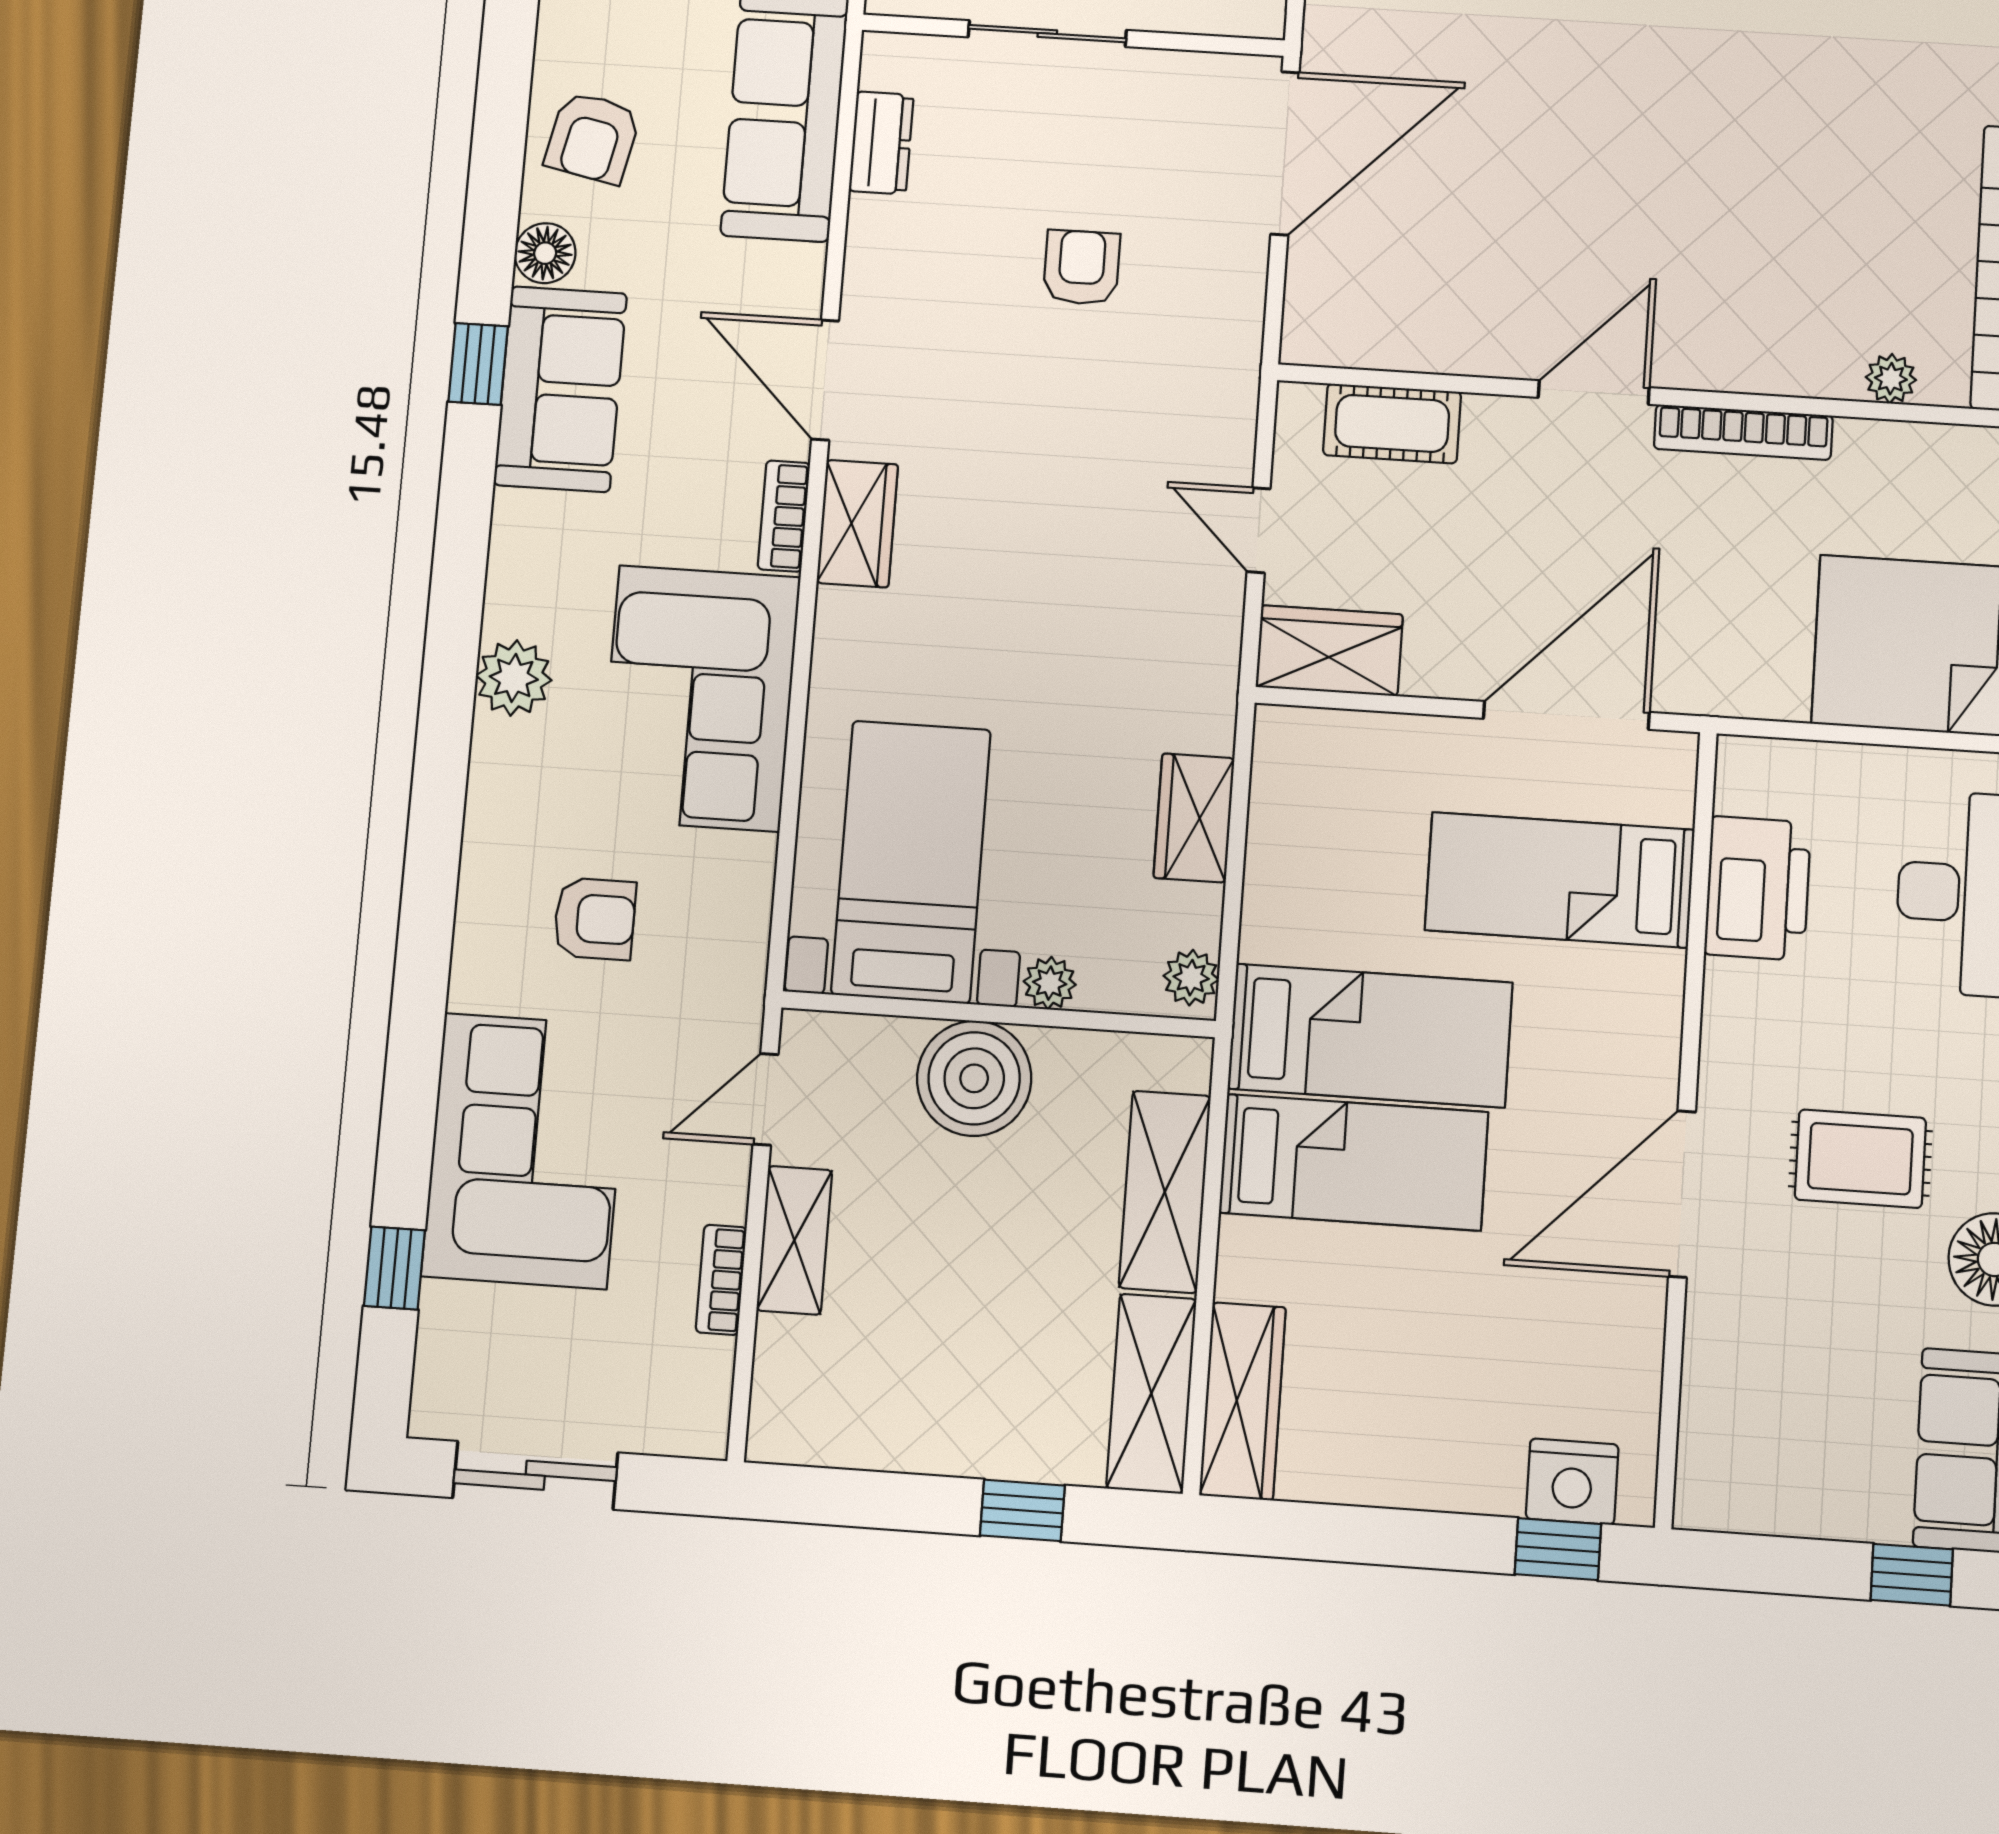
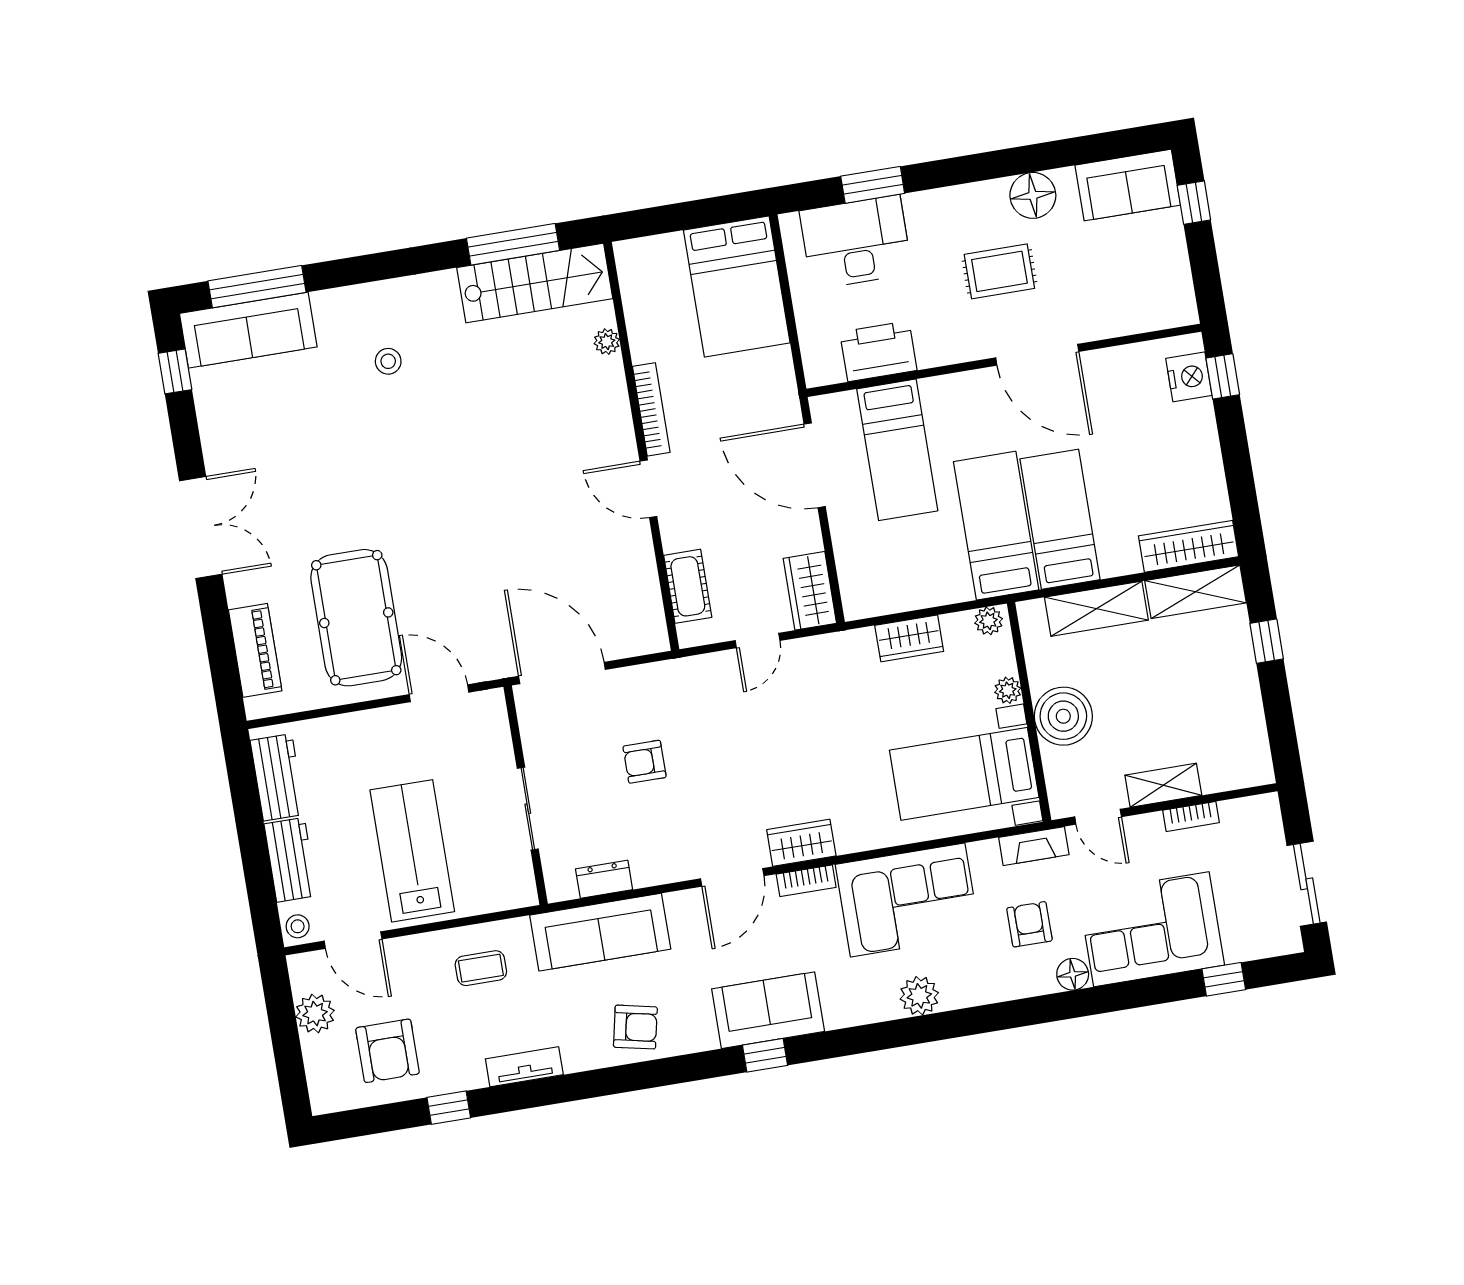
floor lamp: (545, 253) -> (1073, 974), moved
fireplace: (741, 962) -> (1034, 846), added
rug: (1860, 1159) -> (999, 271), turned 90

